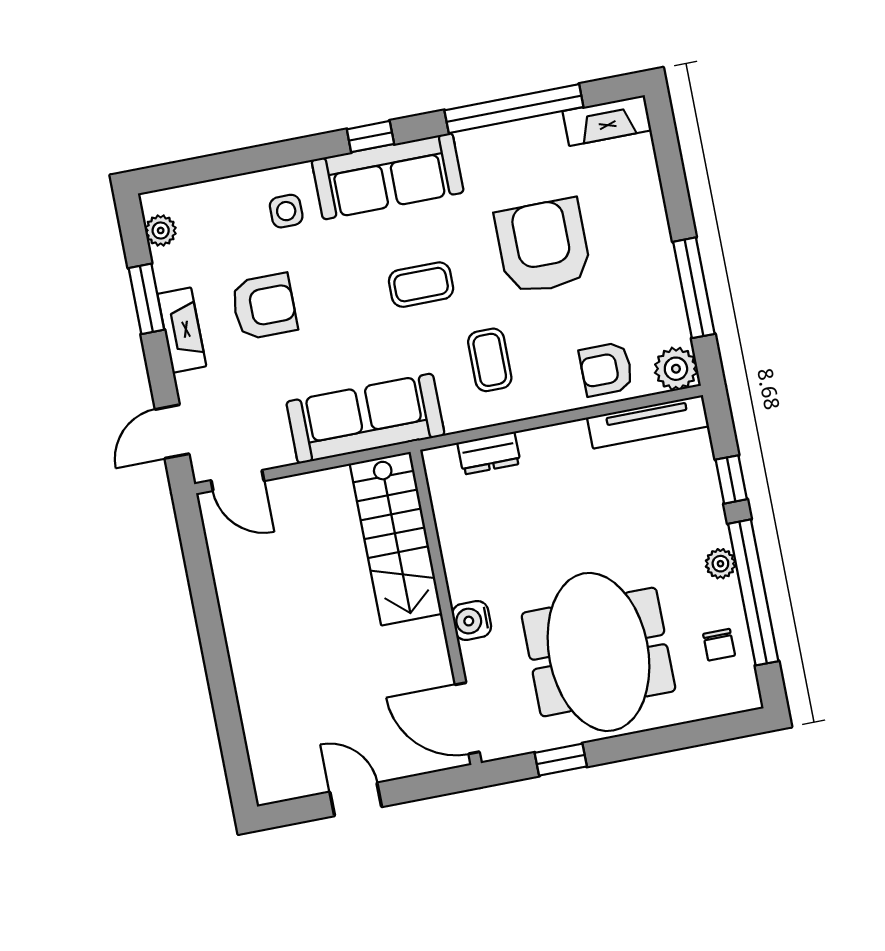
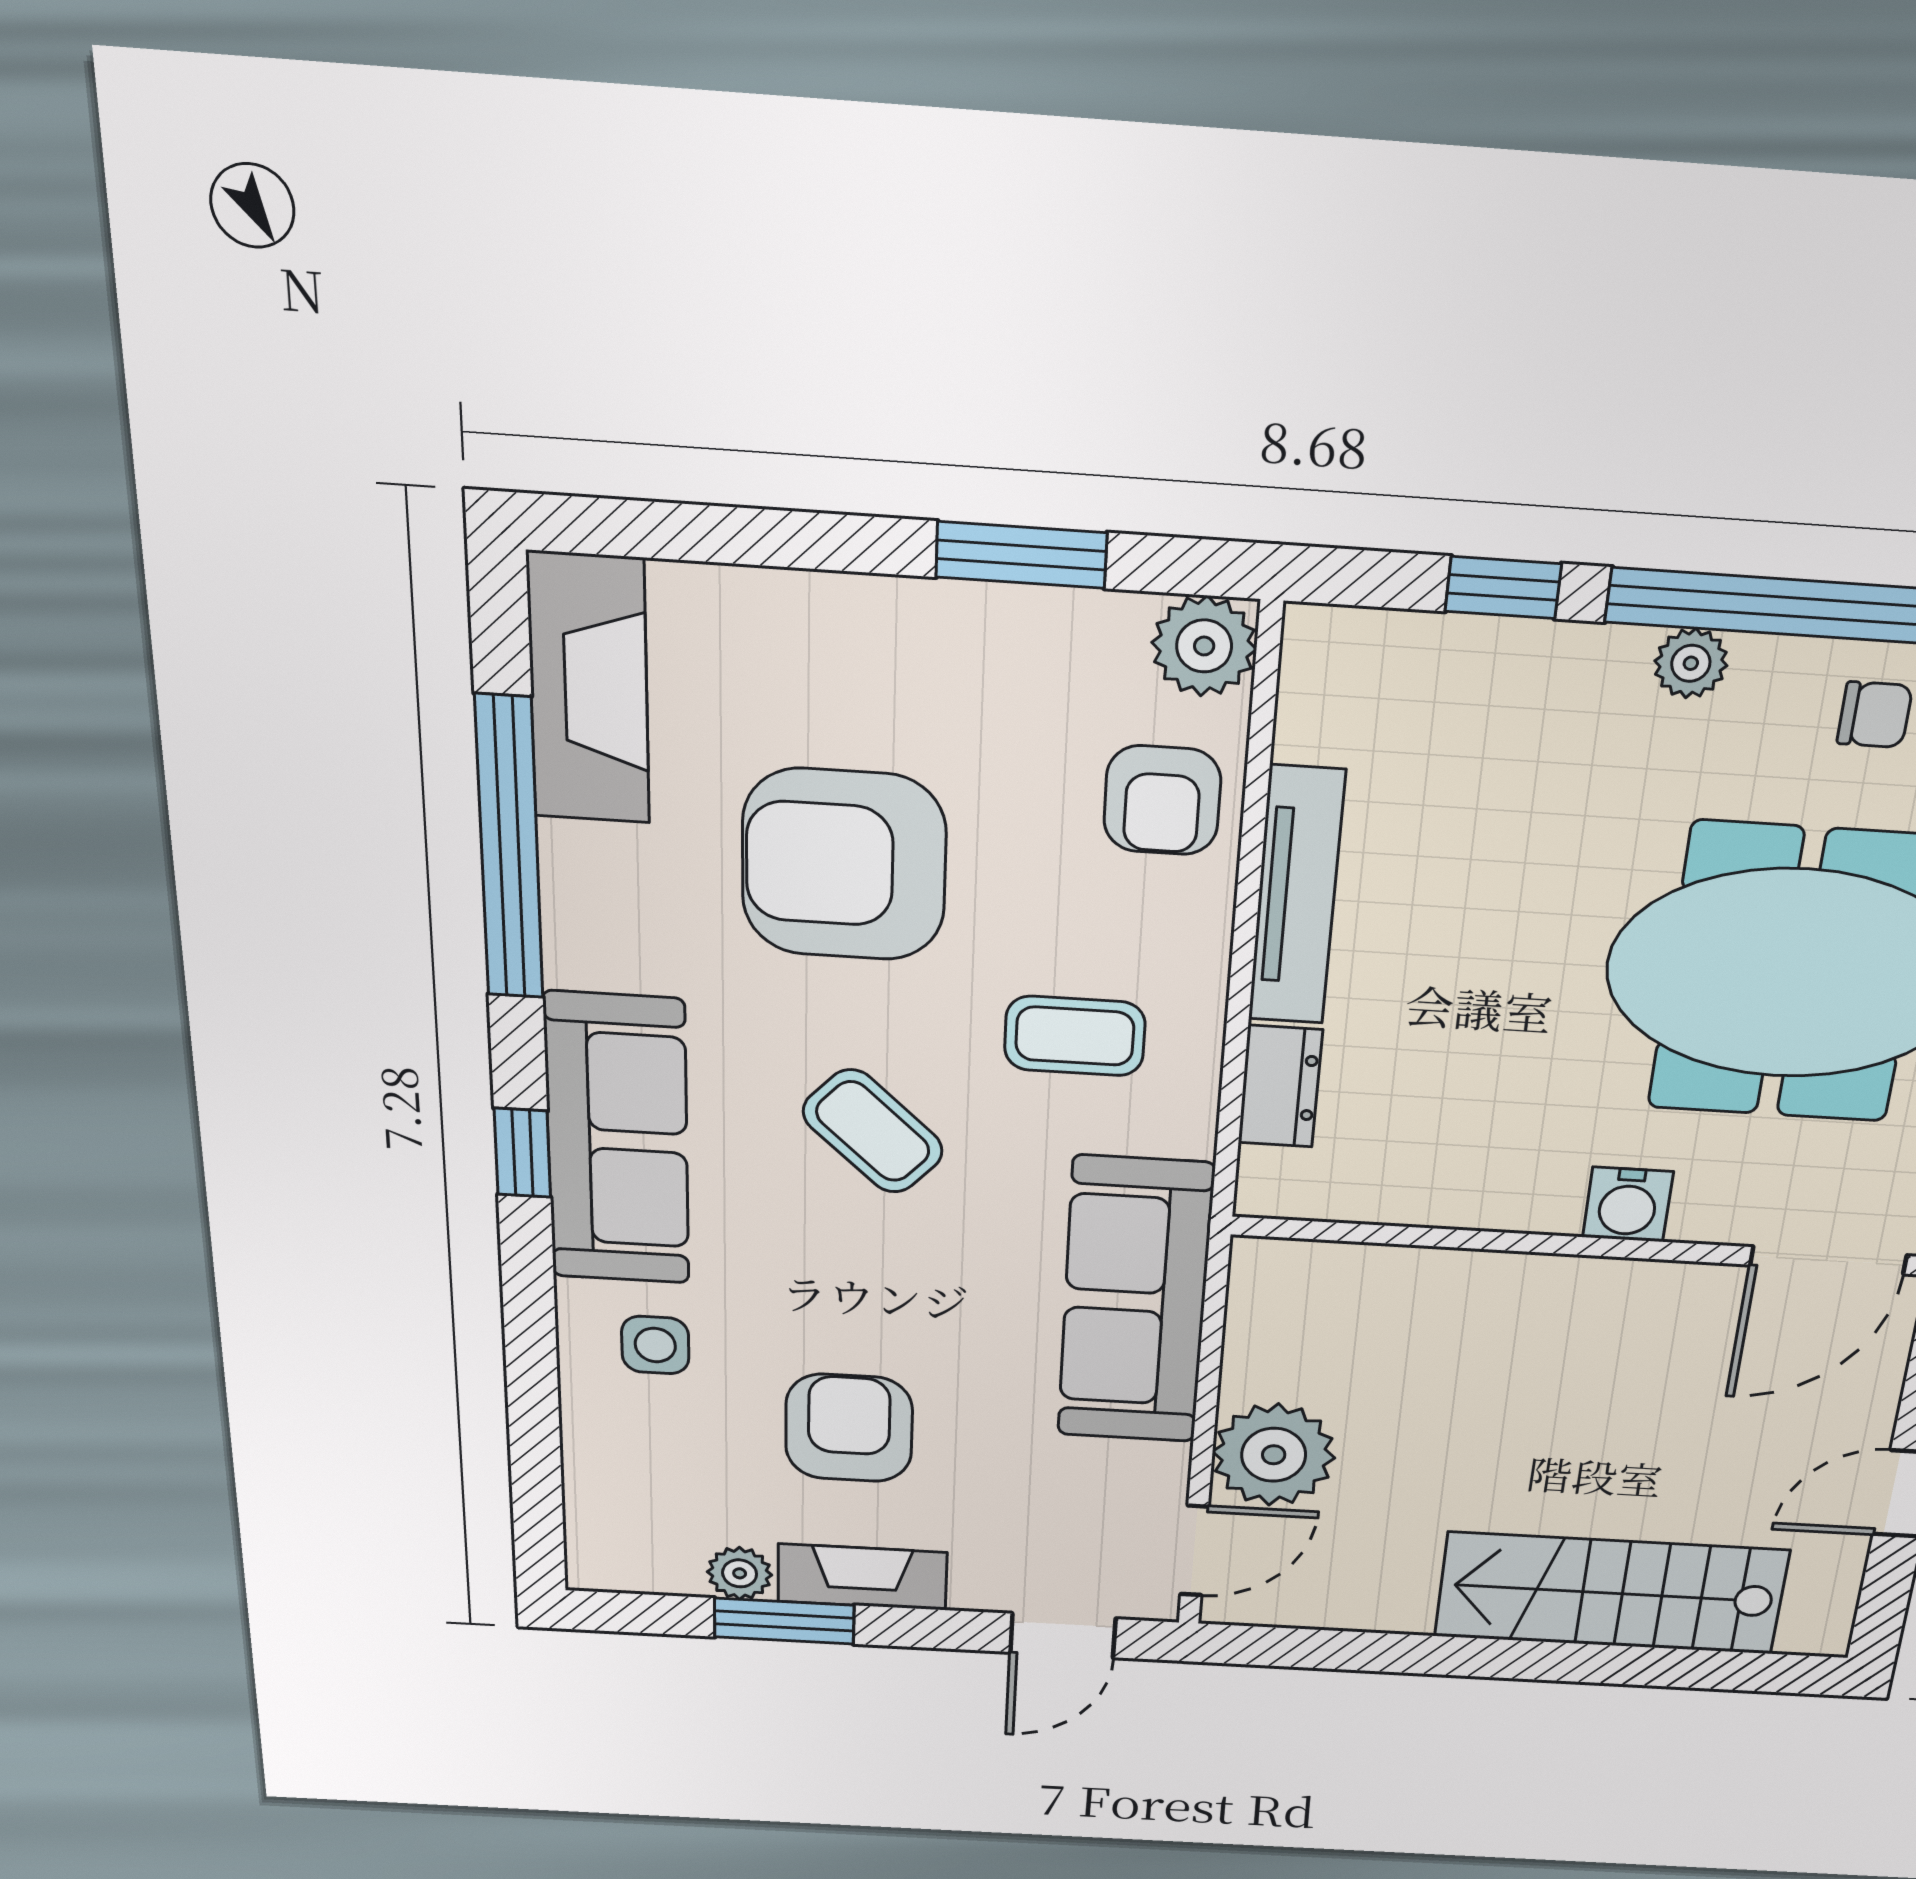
fireplace: (607, 121) -> (589, 689), width x1.37, depth x1.32
plant: (161, 230) -> (740, 1573), moved
coffee table: (421, 285) -> (873, 1131), turned -47
window: (694, 288) -> (1021, 555), width x0.69
tv unit: (648, 422) -> (1296, 896), moved
door: (172, 432) -> (1063, 1636), hinge flipped
plant: (300, 502) -> (1274, 1455), added
stairs: (396, 539) -> (1611, 1593), moved, turned 180

